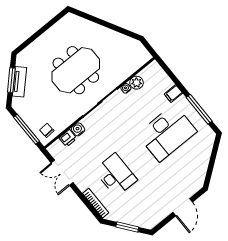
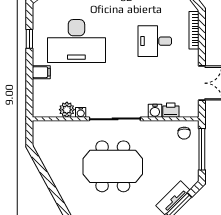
window: (199, 109) -> (29, 39), width x0.46
desk: (167, 133) -> (76, 41), turned 180
desk: (116, 175) -> (155, 41), width x0.73

